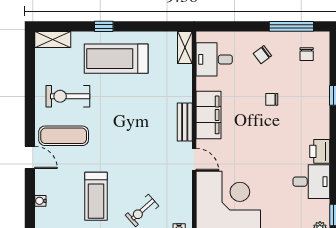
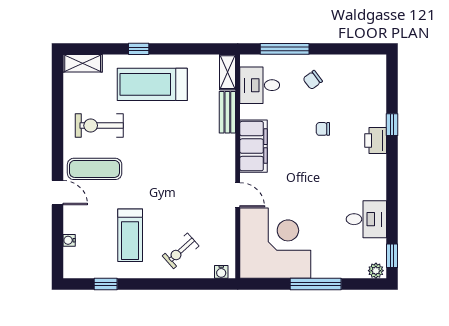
window: (291, 26) -> (285, 49), moved
chair: (307, 54) -> (361, 79), removed
bench: (185, 122) -> (227, 112), moved
printer: (320, 151) -> (376, 140), moved

